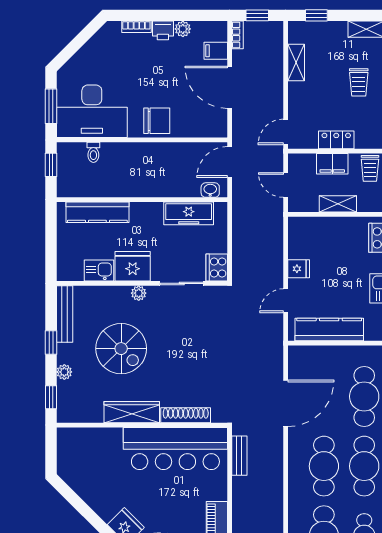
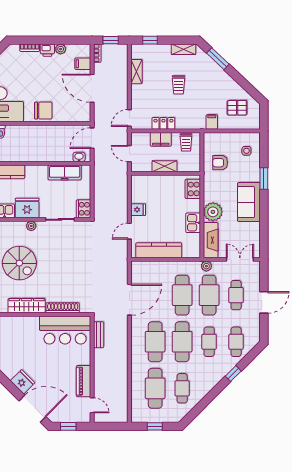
bar counter: (175, 448) -> (65, 330), width x0.73

